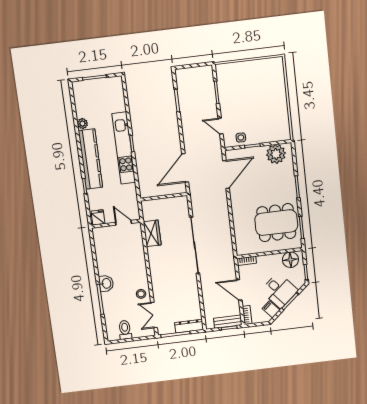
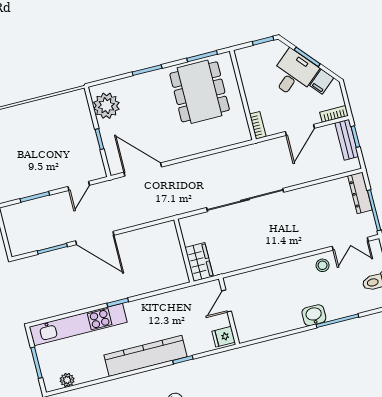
plant: (82, 124) -> (67, 380), moved
side table: (241, 138) -> (90, 156), removed
kitchen unit: (124, 148) -> (78, 324), moved
door: (185, 168) -> (95, 238), moved
wardrobe: (152, 233) -> (199, 262), moved, turned 90
floor lamp: (290, 260) -> (248, 65), removed

